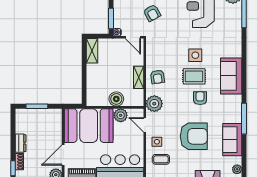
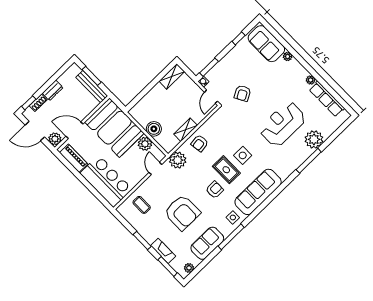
sofa: (231, 76) -> (258, 192), width x1.36
bench: (45, 113) -> (92, 87), added
side table: (157, 142) -> (233, 217), moved

